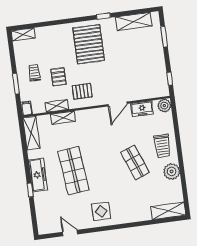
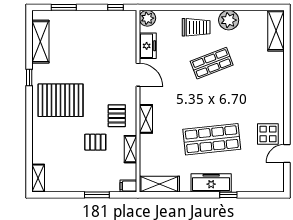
trolley: (34, 73) -> (87, 171), removed
shelving: (63, 118) -> (146, 119), moved
display table: (101, 211) -> (268, 134), moved

